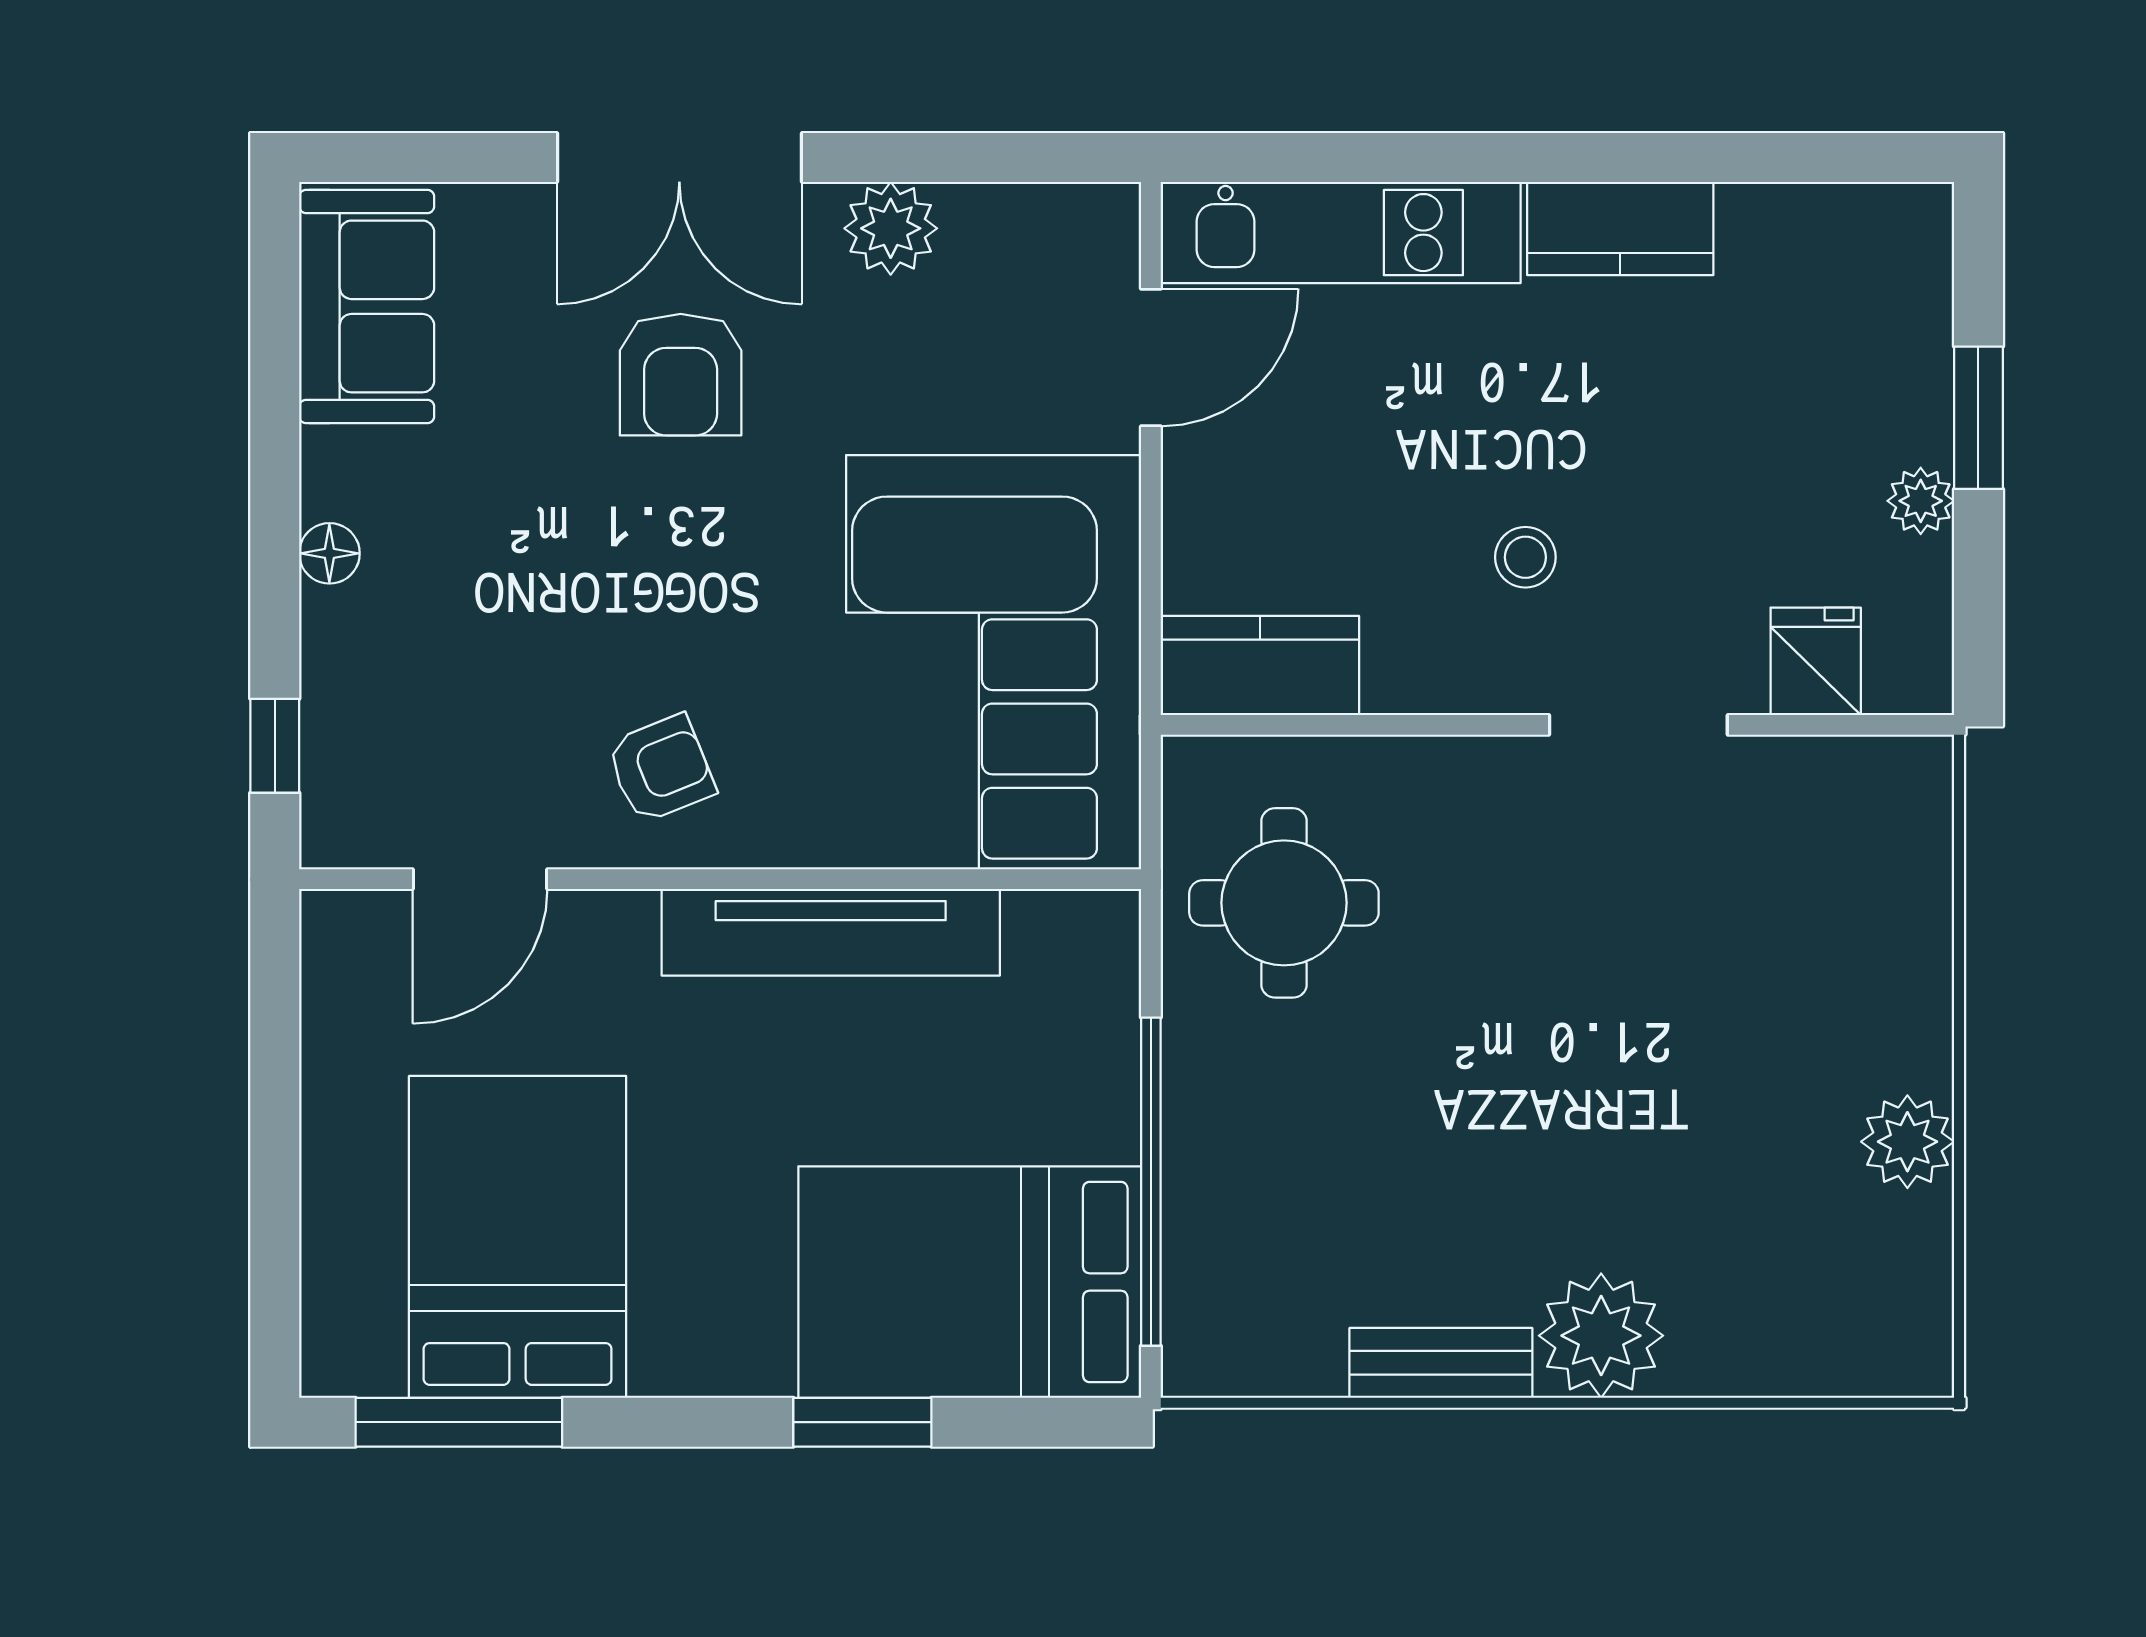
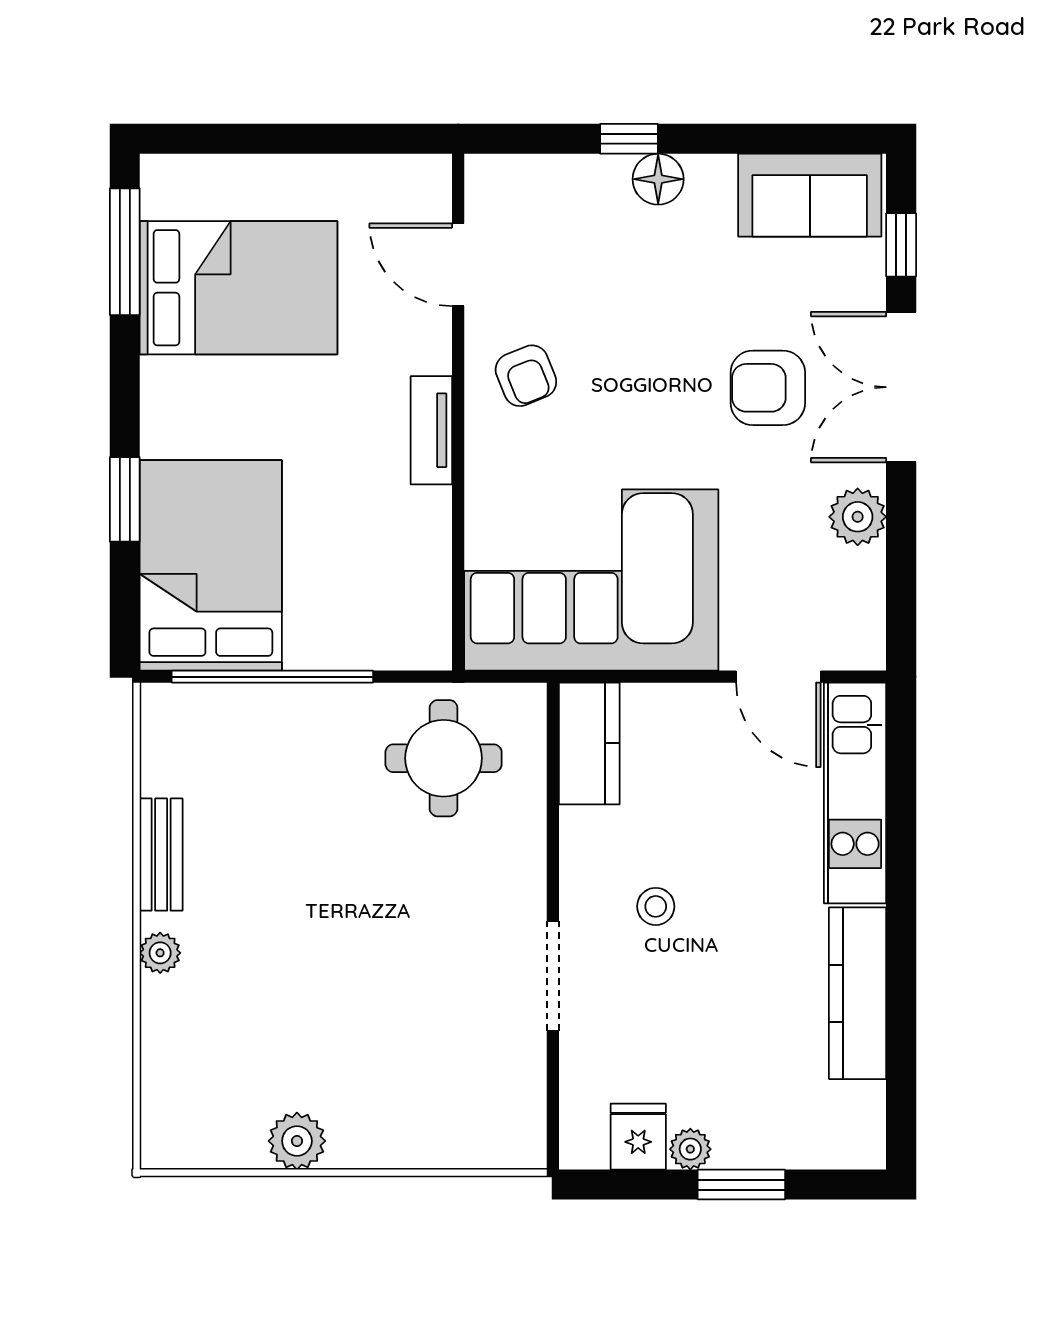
window: (448, 157) -> (901, 245), added
kitchen counter: (1620, 228) -> (858, 993), width x1.50
floor lamp: (329, 553) -> (658, 179), width x1.37, depth x1.37
fridge: (1816, 661) -> (638, 1137), moved, turned -90
window: (275, 746) -> (629, 139), moved
tv unit: (831, 932) -> (431, 430), width x0.52, depth x0.78
plant: (1601, 1336) -> (160, 953), width x0.53, depth x0.53

